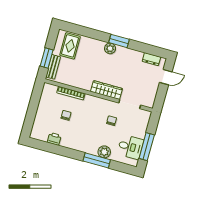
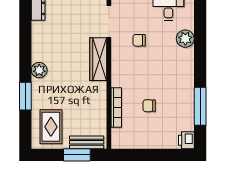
window: (119, 41) -> (25, 96), moved
rug: (70, 46) -> (51, 127), turned 90
printer: (54, 139) -> (186, 140), moved
window: (97, 160) -> (200, 106), moved

